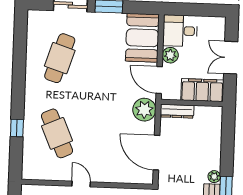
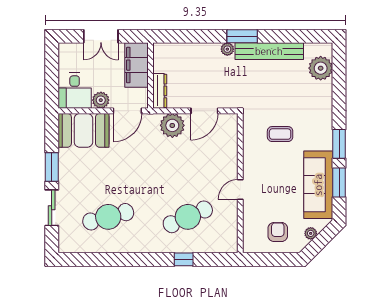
cafe table: (60, 58) -> (108, 217), turned -33
plant: (144, 110) -> (172, 125), moved
door: (157, 153) -> (204, 111), width x0.73

